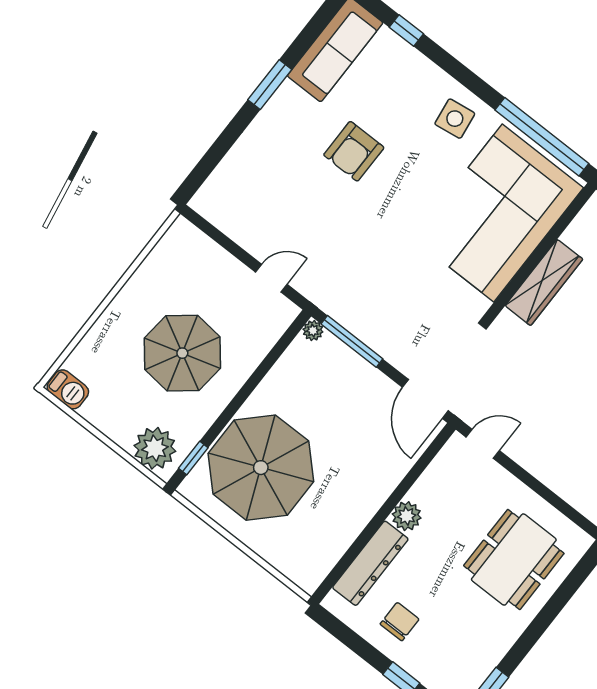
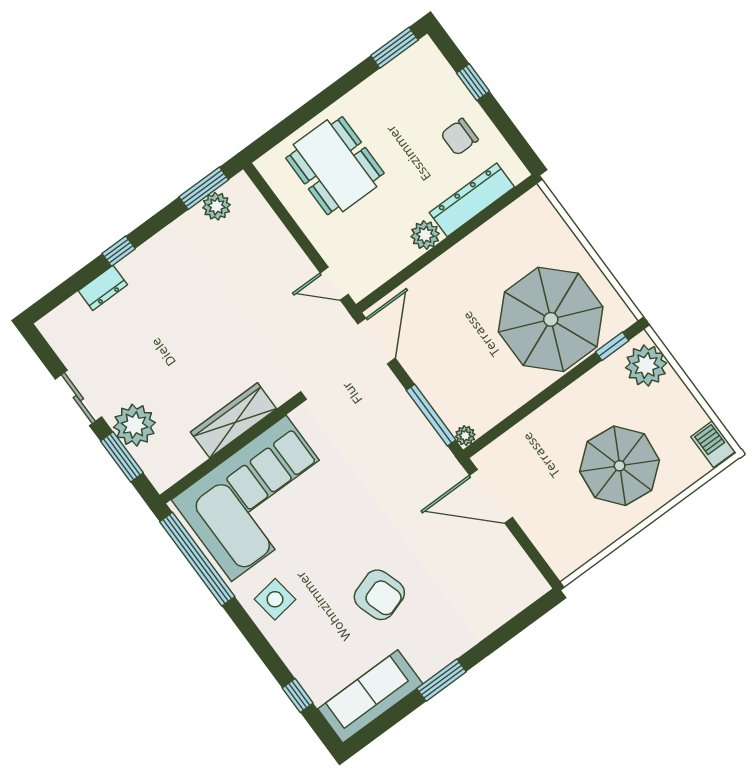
armchair: (354, 151) -> (379, 595), turned 72
door: (271, 278) -> (491, 496), width x1.88
parasol: (182, 353) -> (620, 466), moved
dining table: (514, 559) -> (335, 166), turned 90

